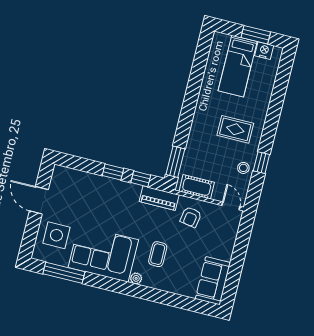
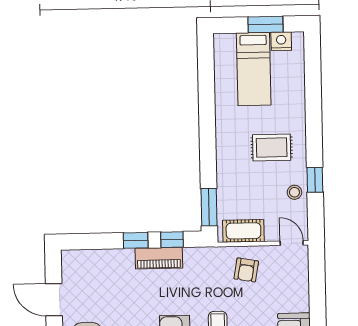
piano: (159, 198) -> (159, 258), moved

